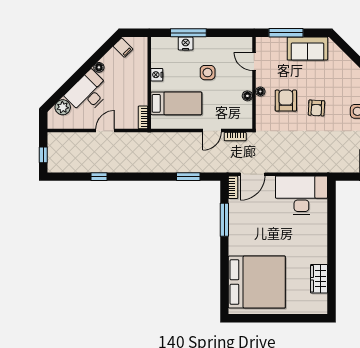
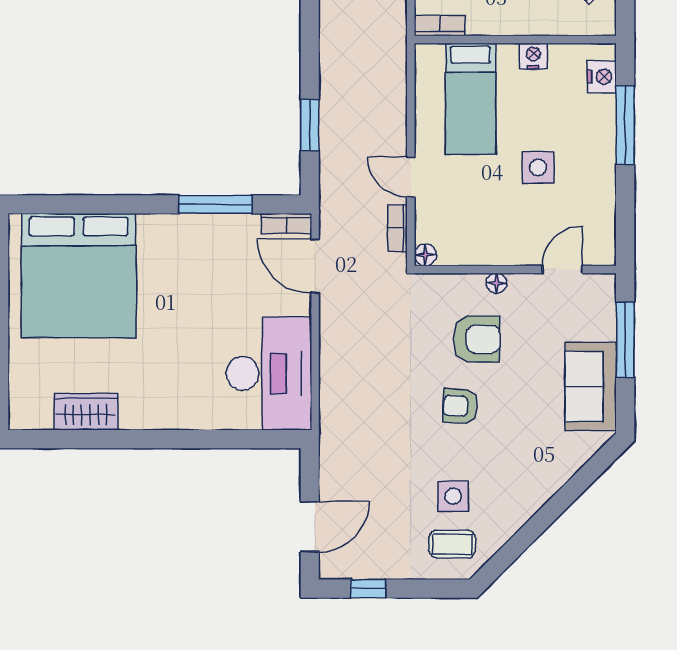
nightstand: (186, 44) -> (602, 77), moved
floor lamp: (247, 96) -> (425, 255), moved

